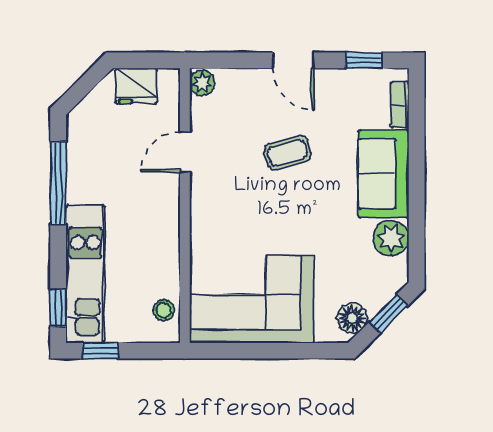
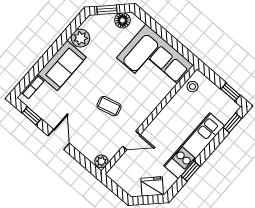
fridge: (136, 86) -> (152, 186), moved, turned -45
coffee table: (288, 153) -> (109, 106), moved
window: (58, 183) -> (190, 171), width x0.46
kitchen unit: (85, 274) -> (194, 146), moved

